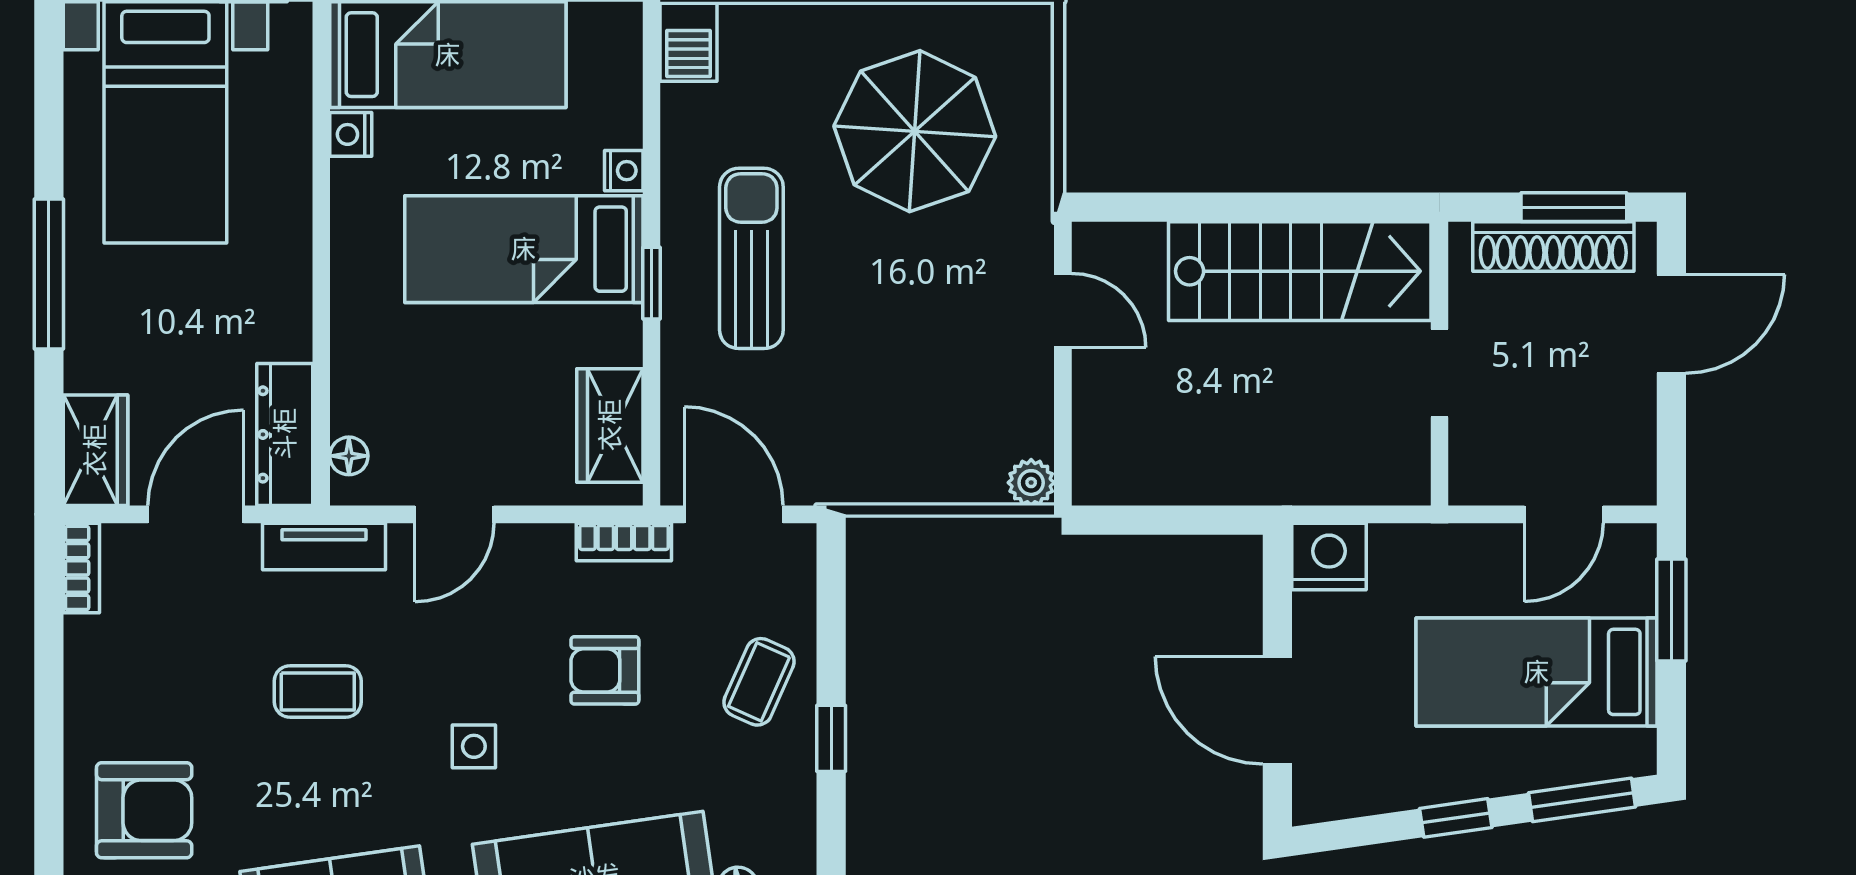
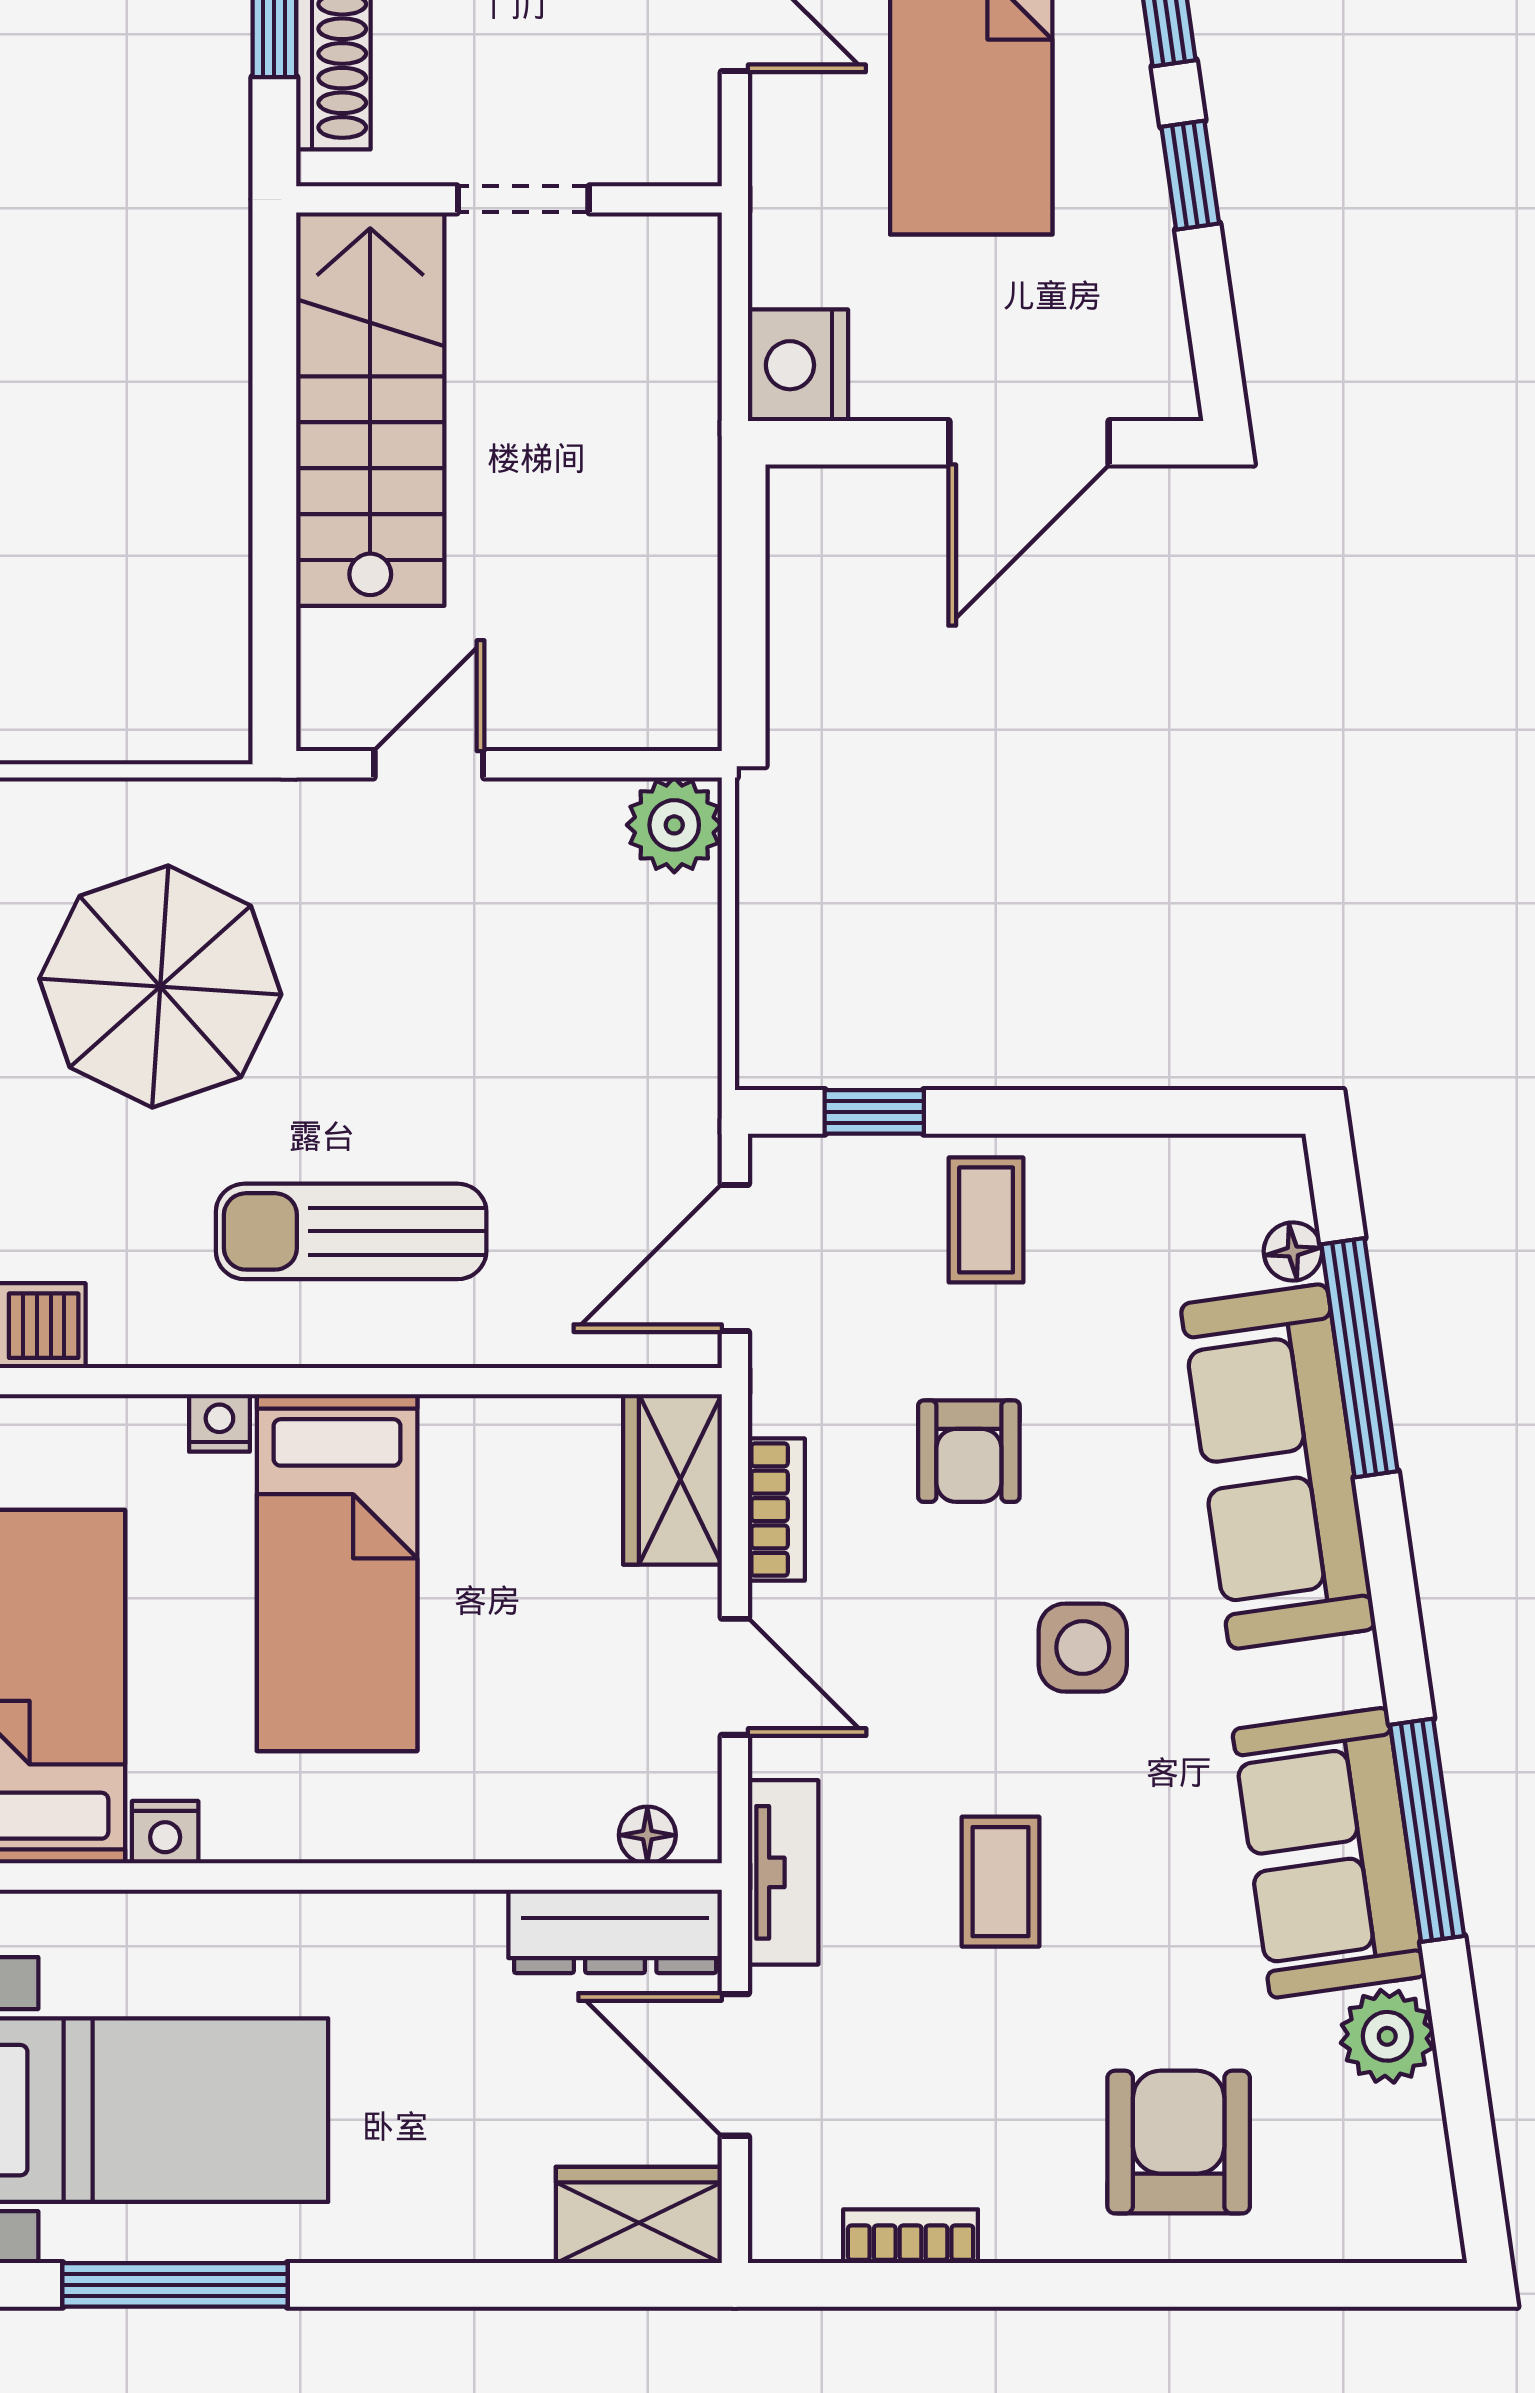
window: (49, 274) -> (175, 2285), moved
window: (652, 283) -> (388, 1381), removed
wardrobe: (610, 425) -> (672, 1479), moved, turned 90
plant: (1031, 483) -> (674, 825), width x1.38, depth x1.38
bookcase: (624, 542) -> (776, 1510), moved
bookcase: (81, 568) -> (911, 2236), moved
coffee table: (759, 682) -> (986, 1220), turned 66
window: (831, 738) -> (874, 1112), moved
side table: (474, 746) -> (1083, 1648), width x1.37, depth x1.37

